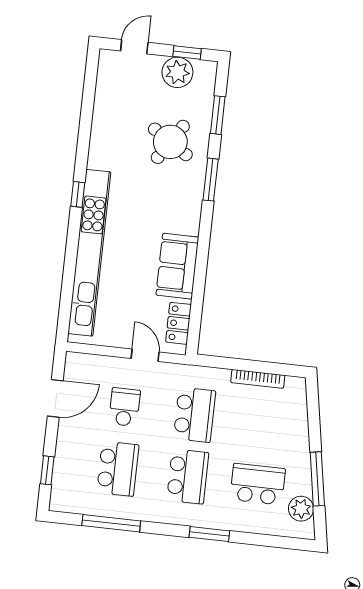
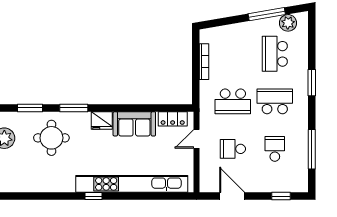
round table: (170, 142) -> (51, 138), turned -33
fridge: (188, 219) -> (102, 121), added
school desk: (195, 415) -> (233, 101), turned 180
school desk: (118, 469) -> (275, 149), width x0.54

